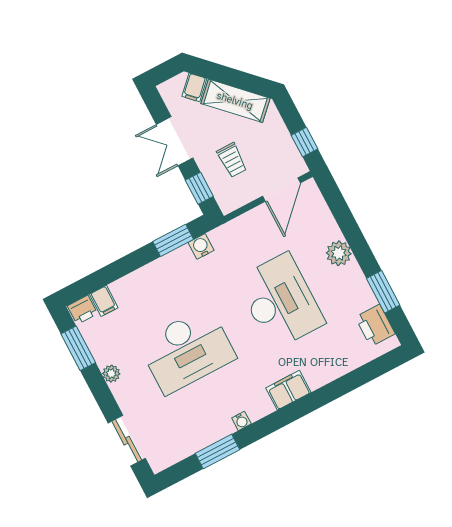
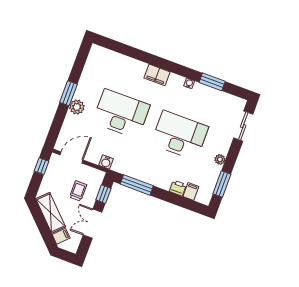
double door: (175, 141) -> (93, 224), swing flipped
window: (173, 240) -> (137, 185), width x1.44
water cooler: (201, 246) -> (106, 162), moved
window: (383, 292) -> (68, 93), moved
desk: (280, 301) -> (121, 114), turned 90
printer: (82, 310) -> (178, 188), moved
printer: (375, 325) -> (94, 62), removed

